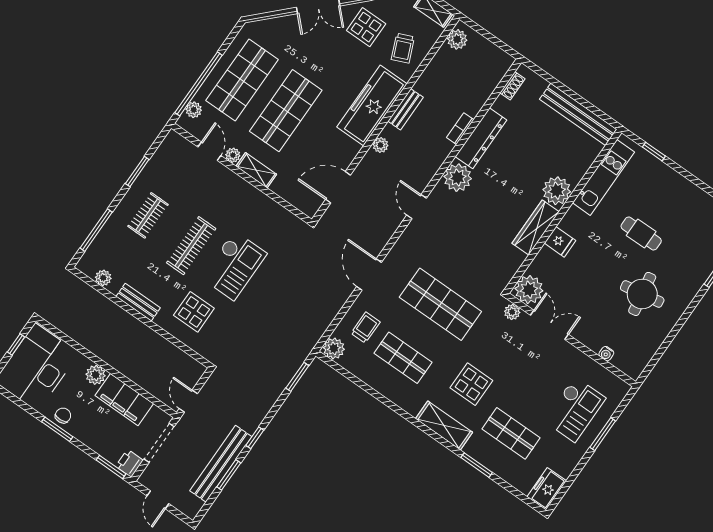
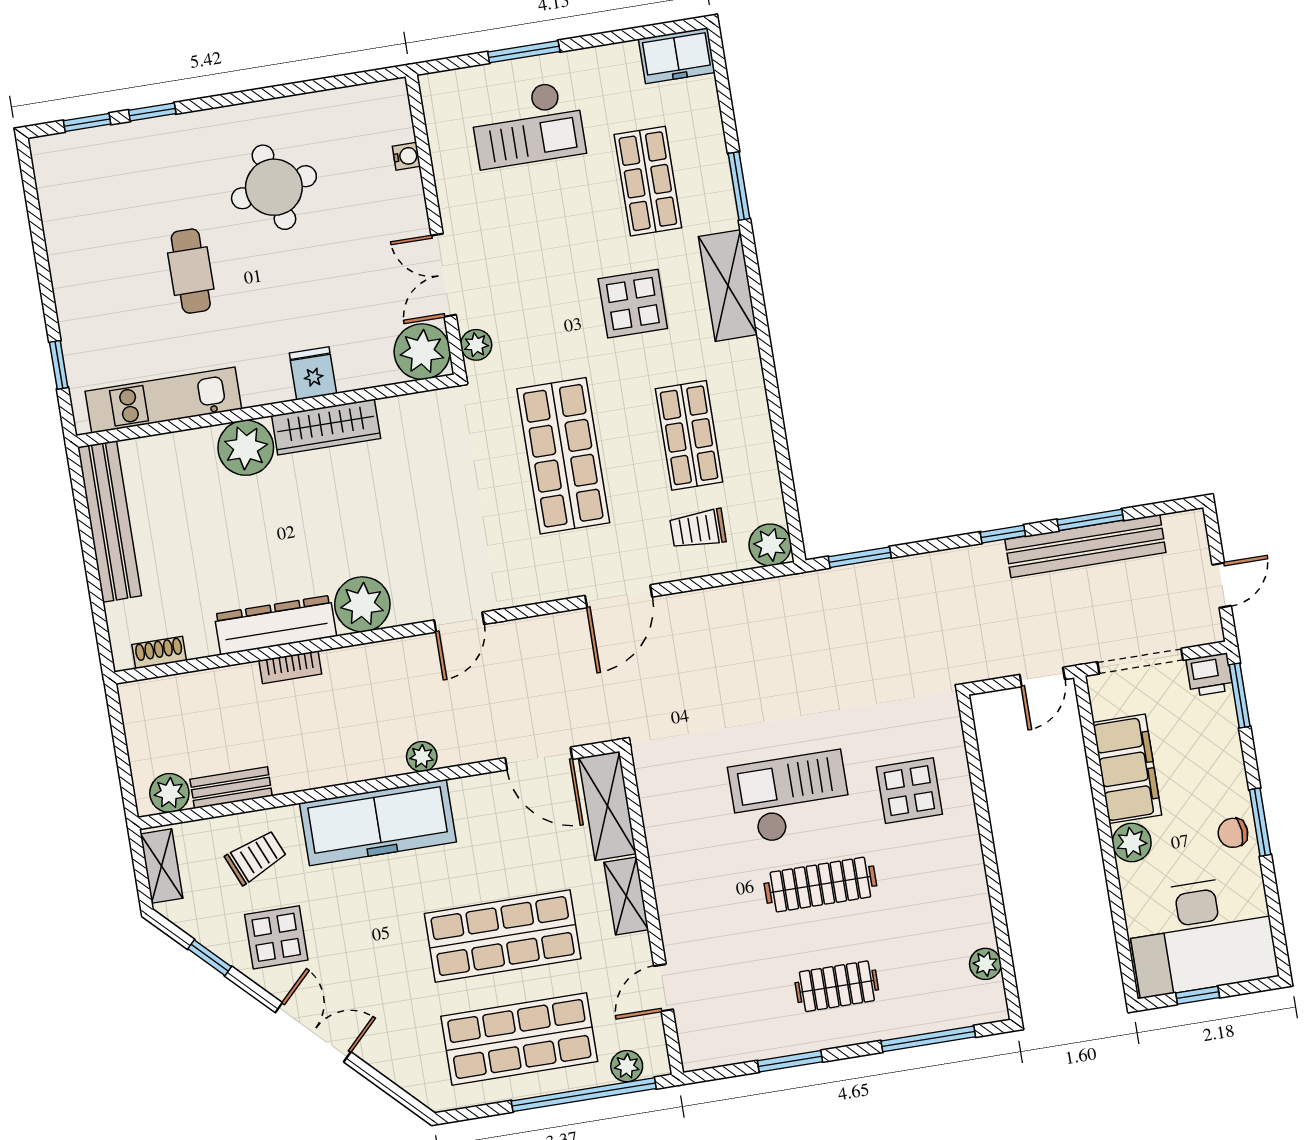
bench: (405, 109) -> (231, 788), moved
plant: (233, 155) -> (637, 949), removed
shelving: (296, 196) -> (607, 806), added
bench: (138, 302) -> (972, 882), removed
checkout: (575, 409) -> (527, 125), turned 180

